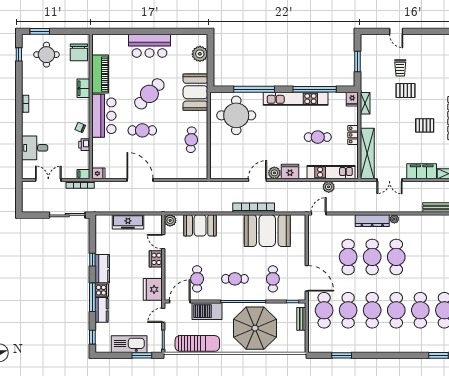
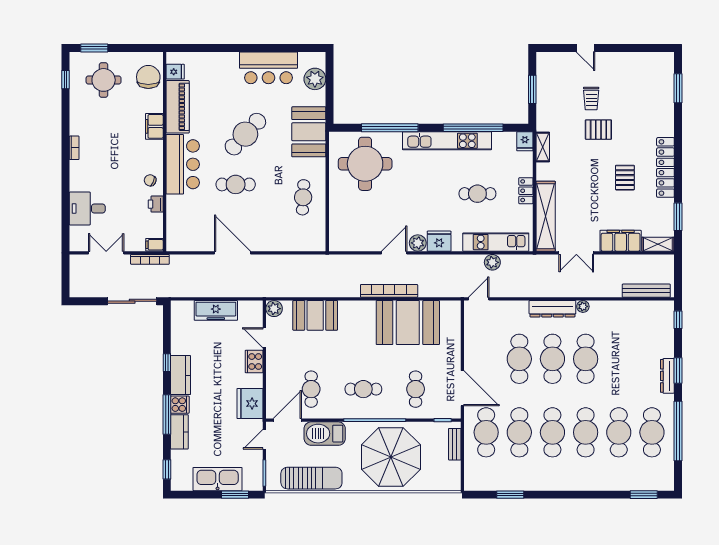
bar counter: (149, 46) -> (268, 68), moved
chair: (79, 52) -> (148, 77), turned 180
pallet: (425, 125) -> (625, 178), turned 90
fridge: (98, 173) -> (175, 72), moved

